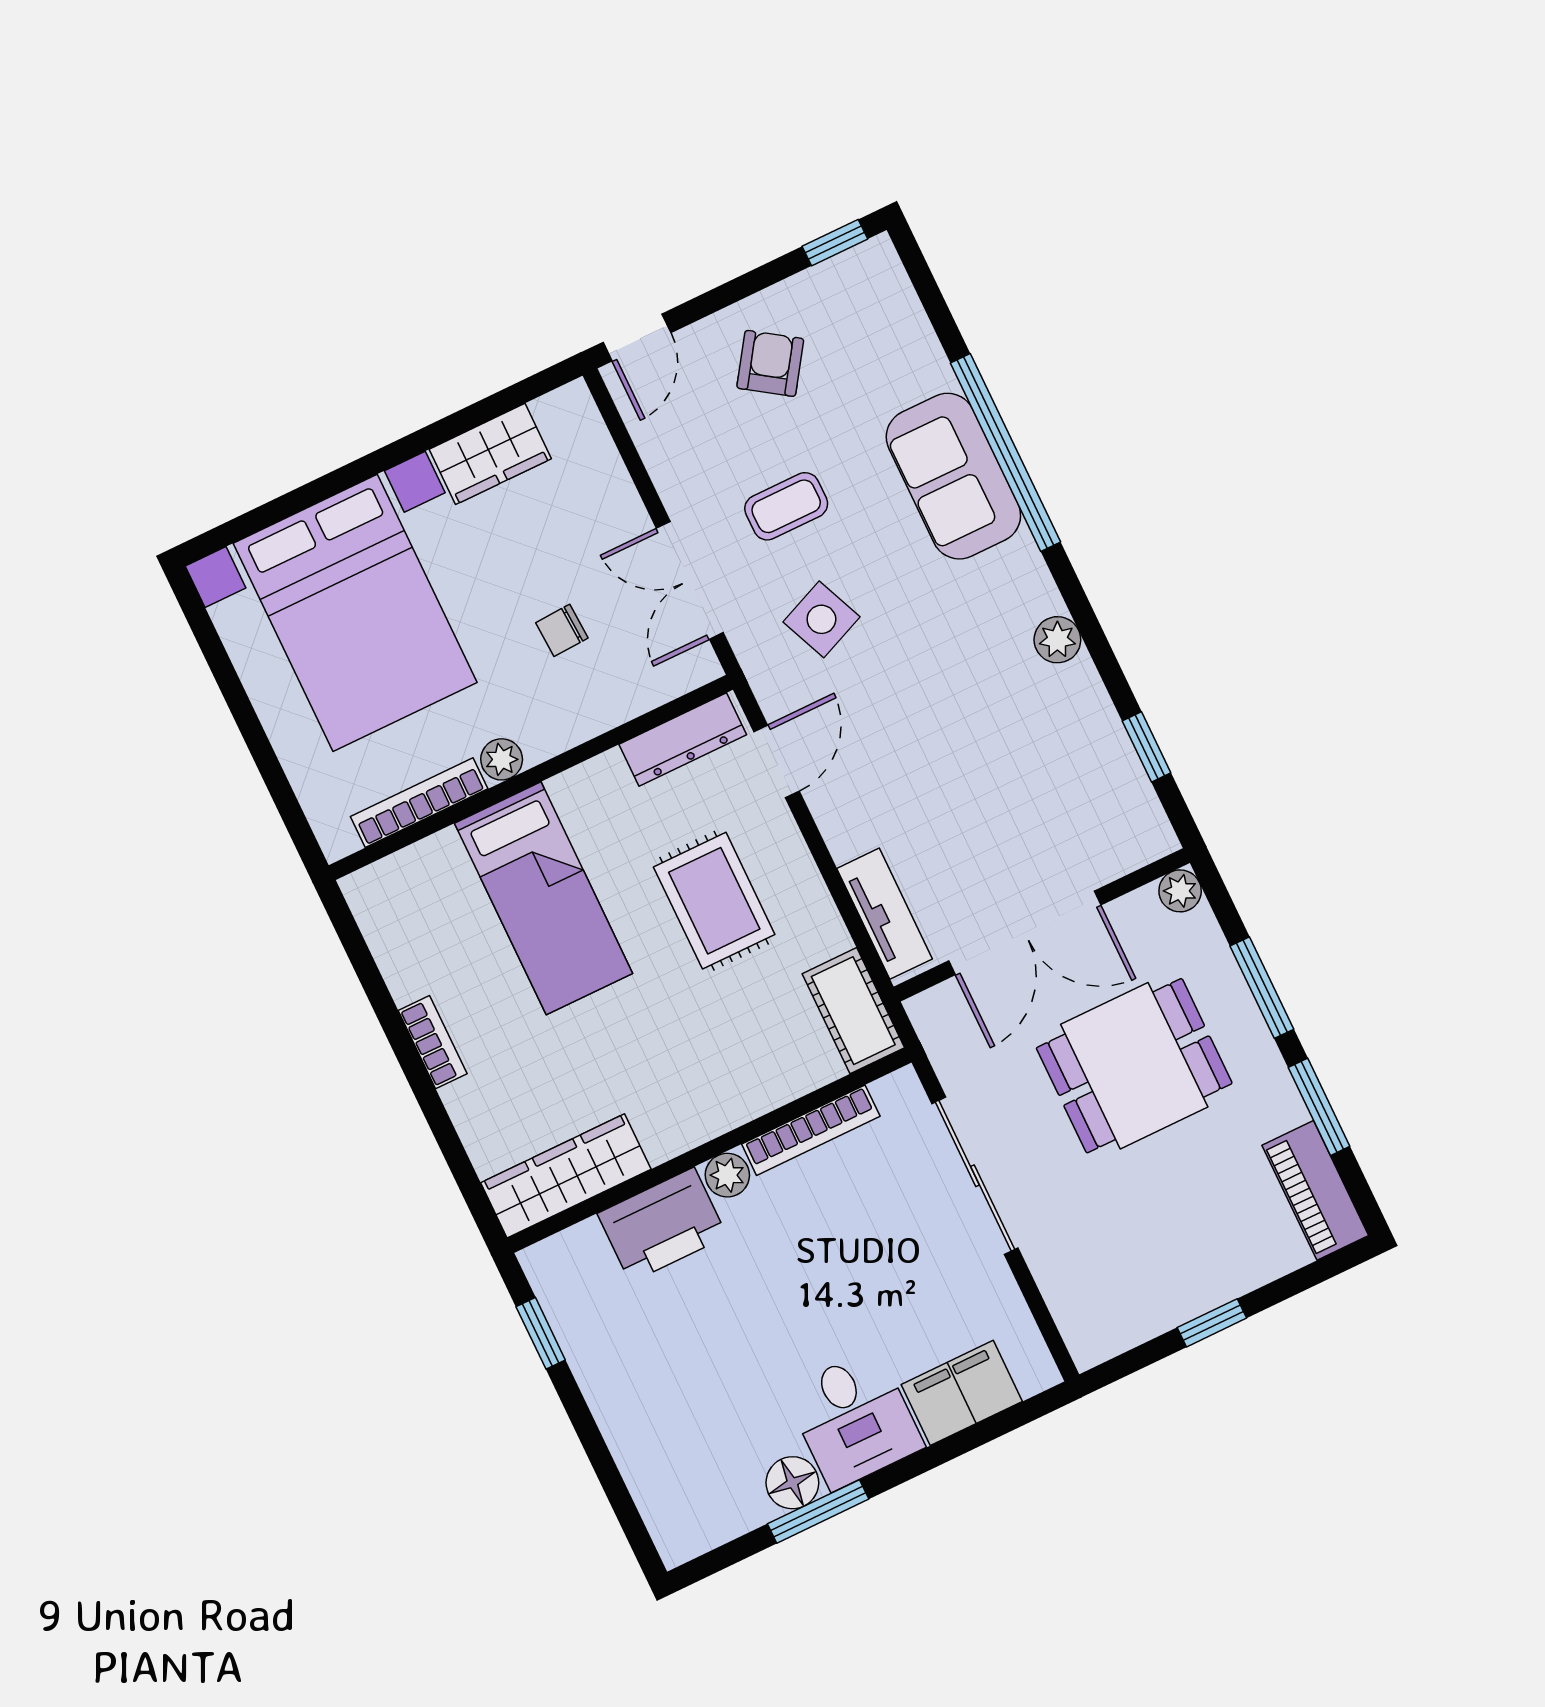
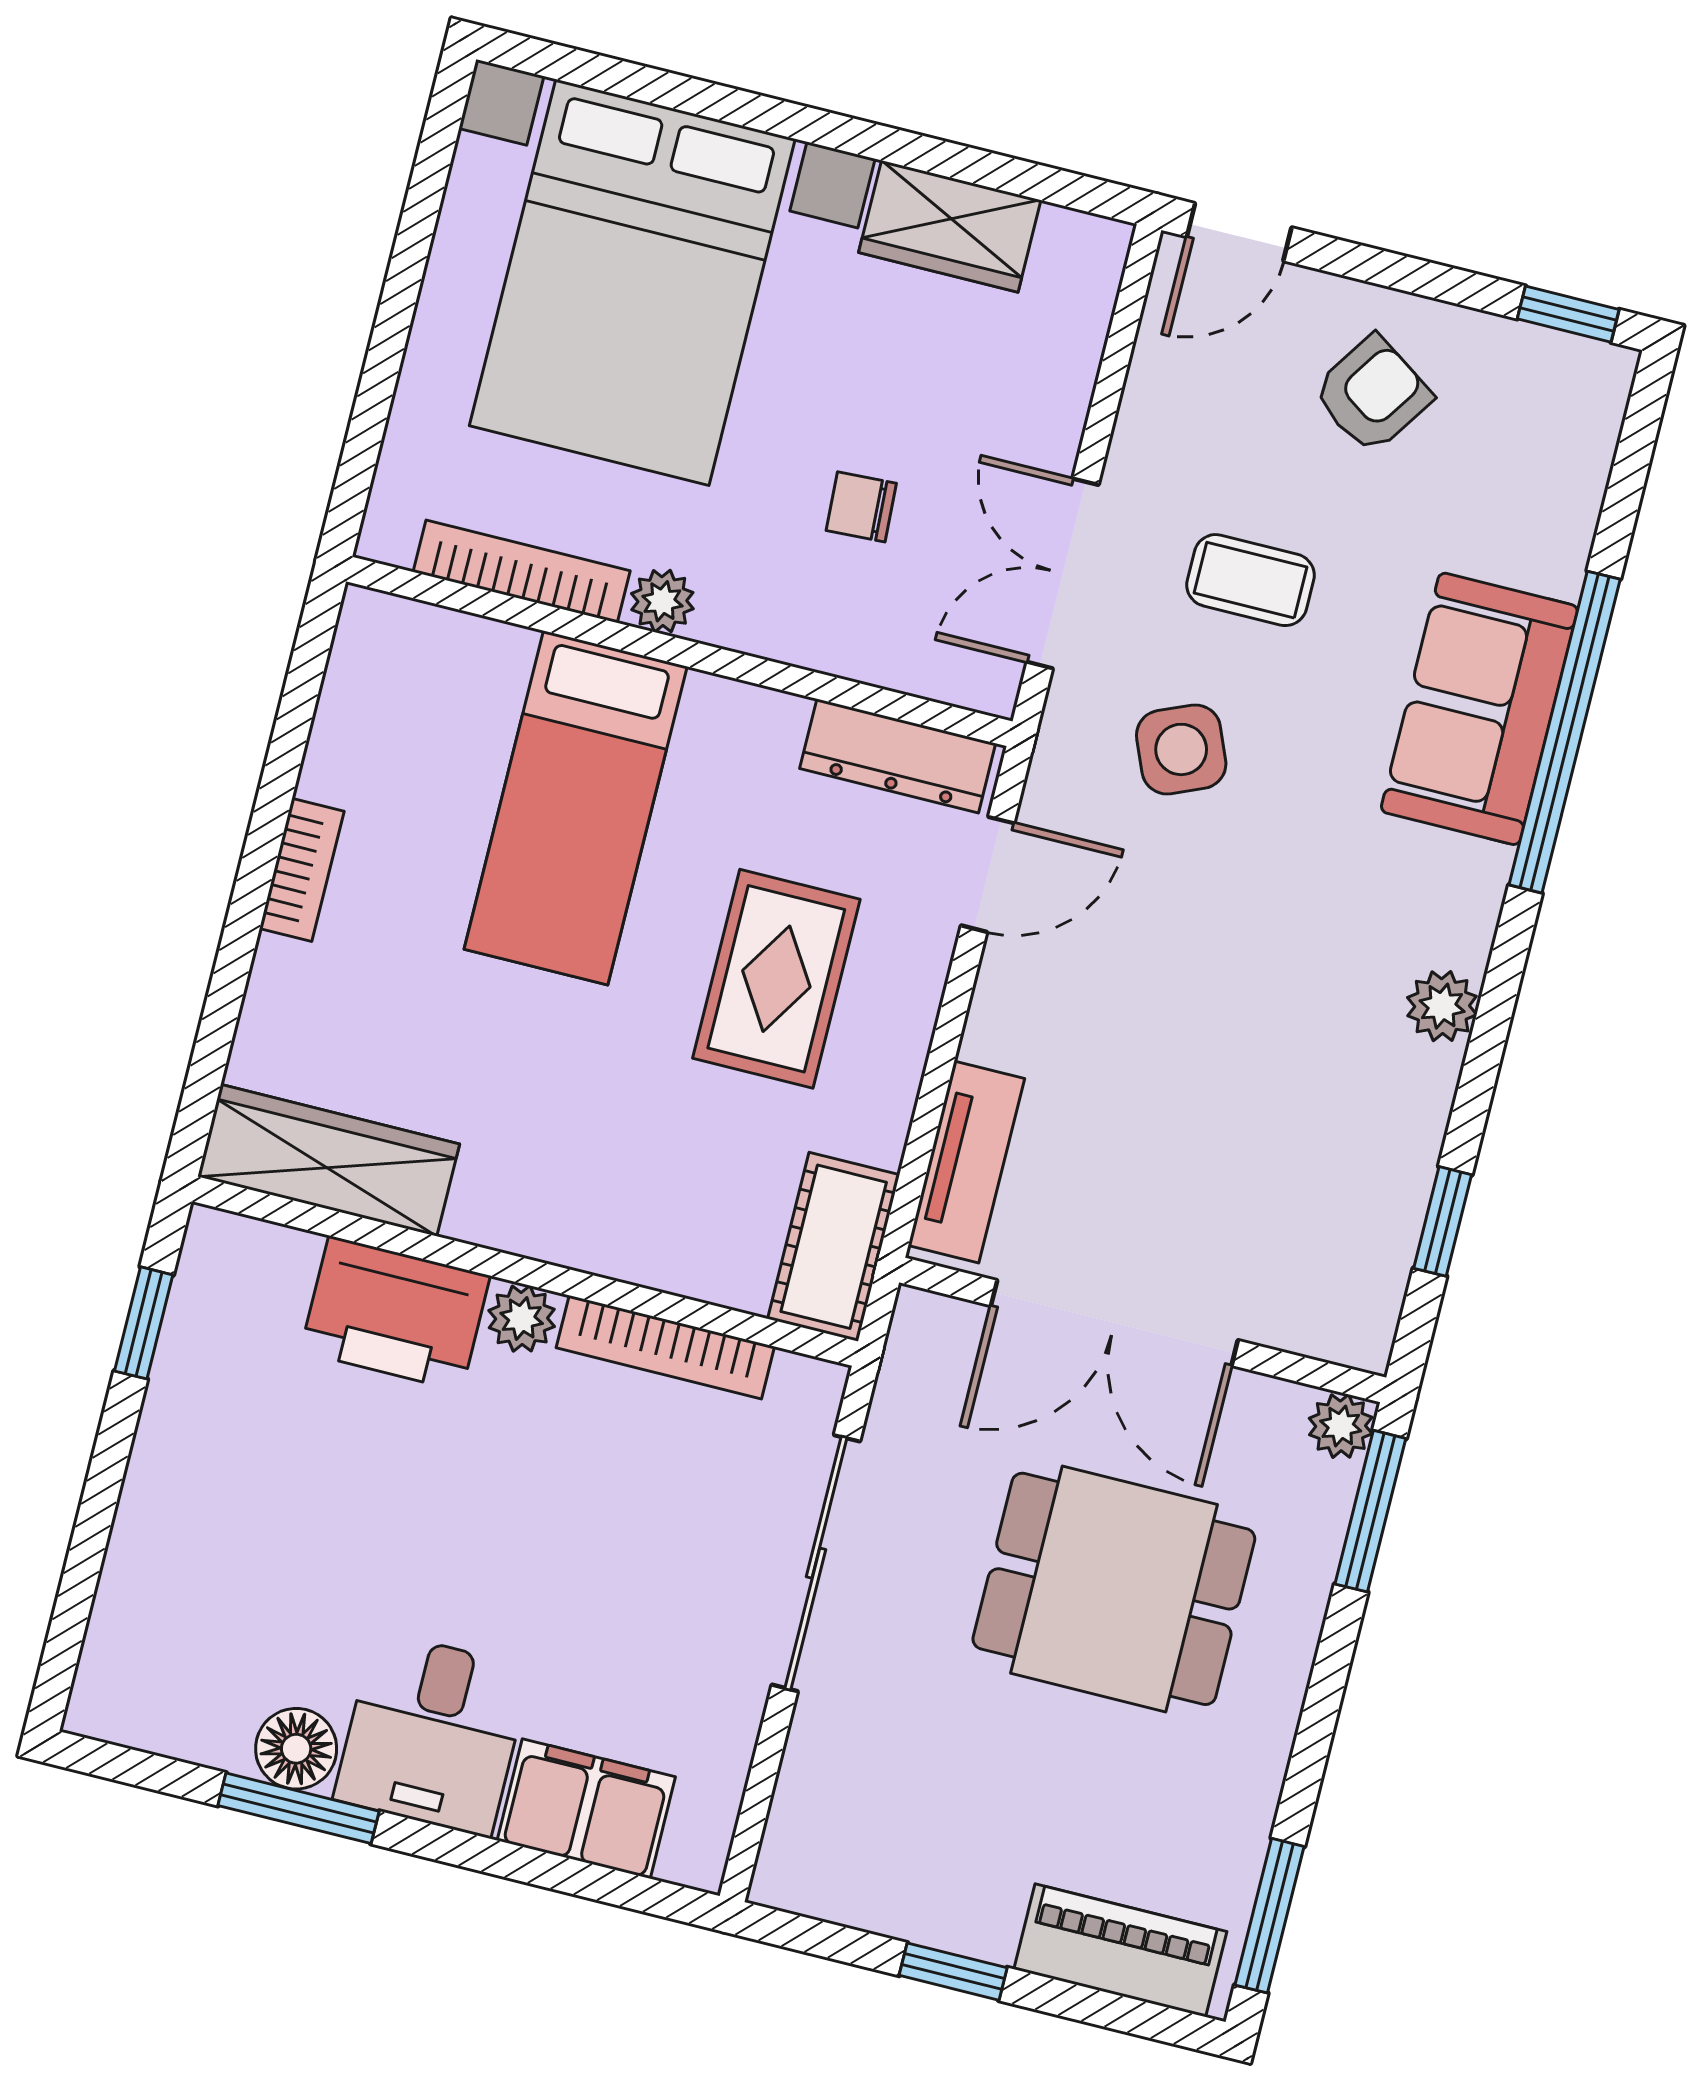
window: (1262, 988) -> (1370, 1511), moved
window: (1319, 1107) -> (1270, 1916), moved
piano: (1315, 1190) -> (1120, 1950), moved, turned 90

